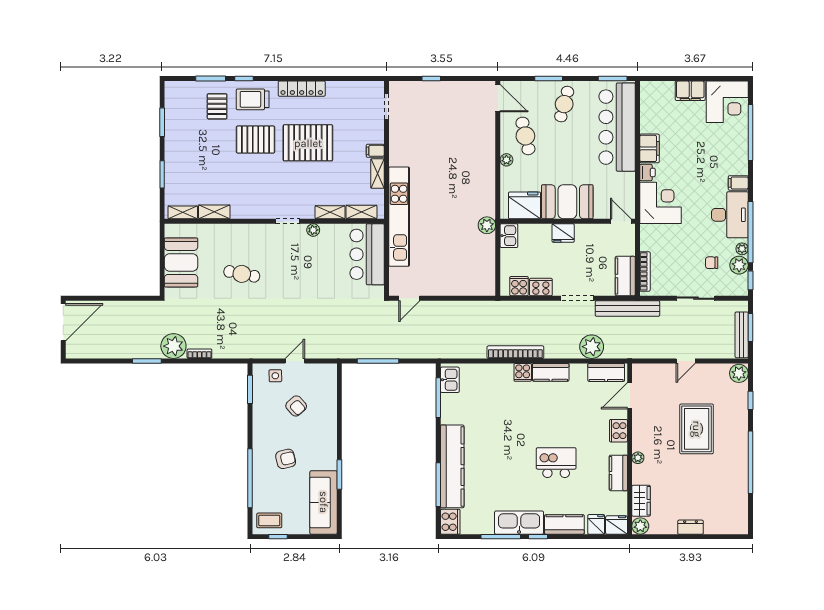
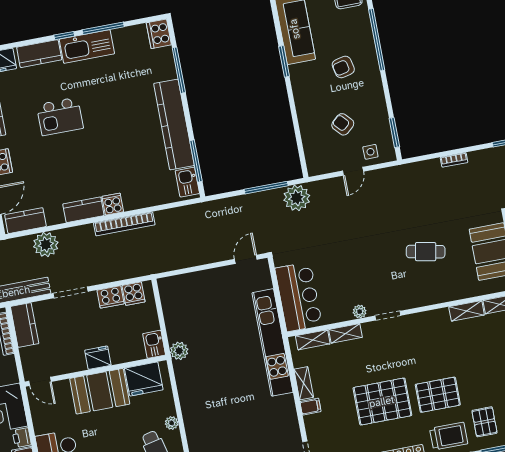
plant: (173, 346) -> (297, 198), moved
kitchen counter: (452, 466) -> (174, 125), moved

